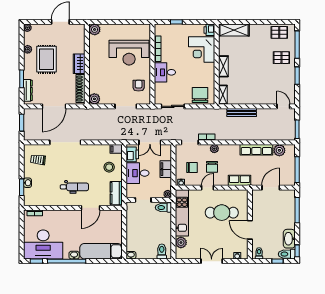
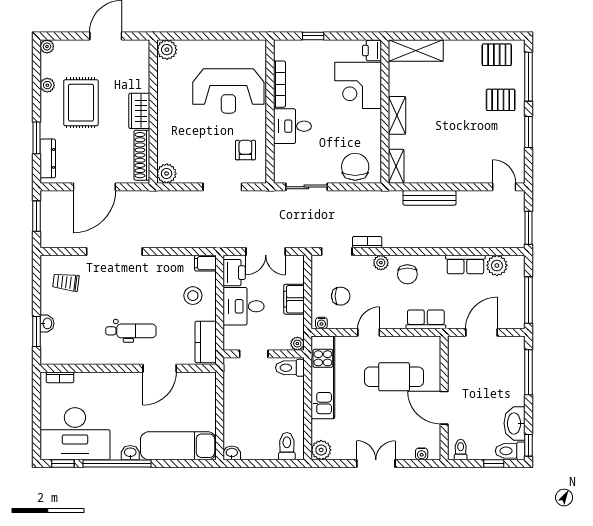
row of seats: (256, 150) -> (465, 265), width x0.68
chair: (212, 167) -> (407, 274), moved
plant: (181, 243) -> (321, 450), moved

